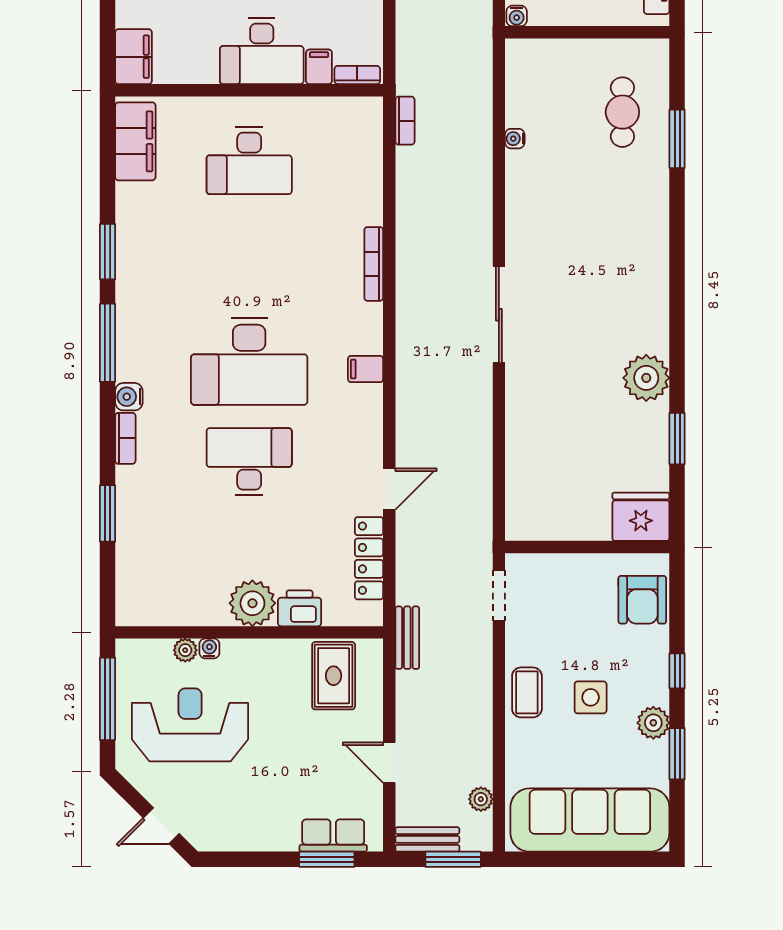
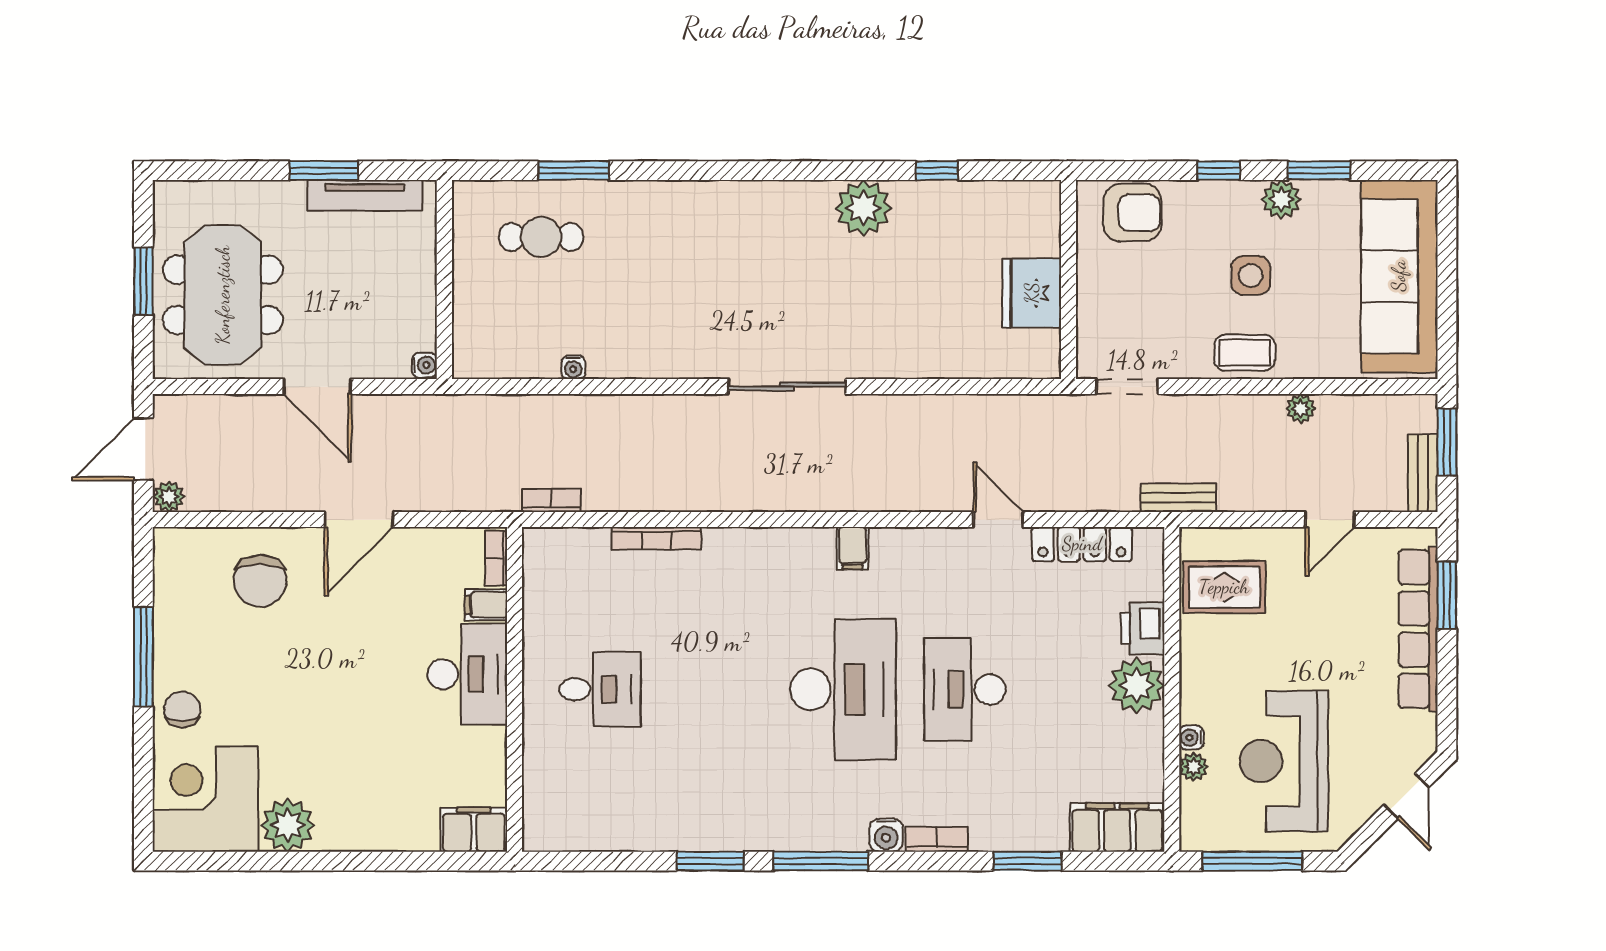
filing cabinet: (135, 141) -> (1117, 827), moved
desk: (249, 161) -> (600, 689), width x0.73
bookcase: (374, 264) -> (656, 538), moved
window: (677, 439) -> (937, 171), width x0.67
fridge: (641, 517) -> (1032, 293), moved
plant: (481, 799) -> (1301, 409), moved
row of seats: (333, 836) -> (1418, 629), width x2.02

